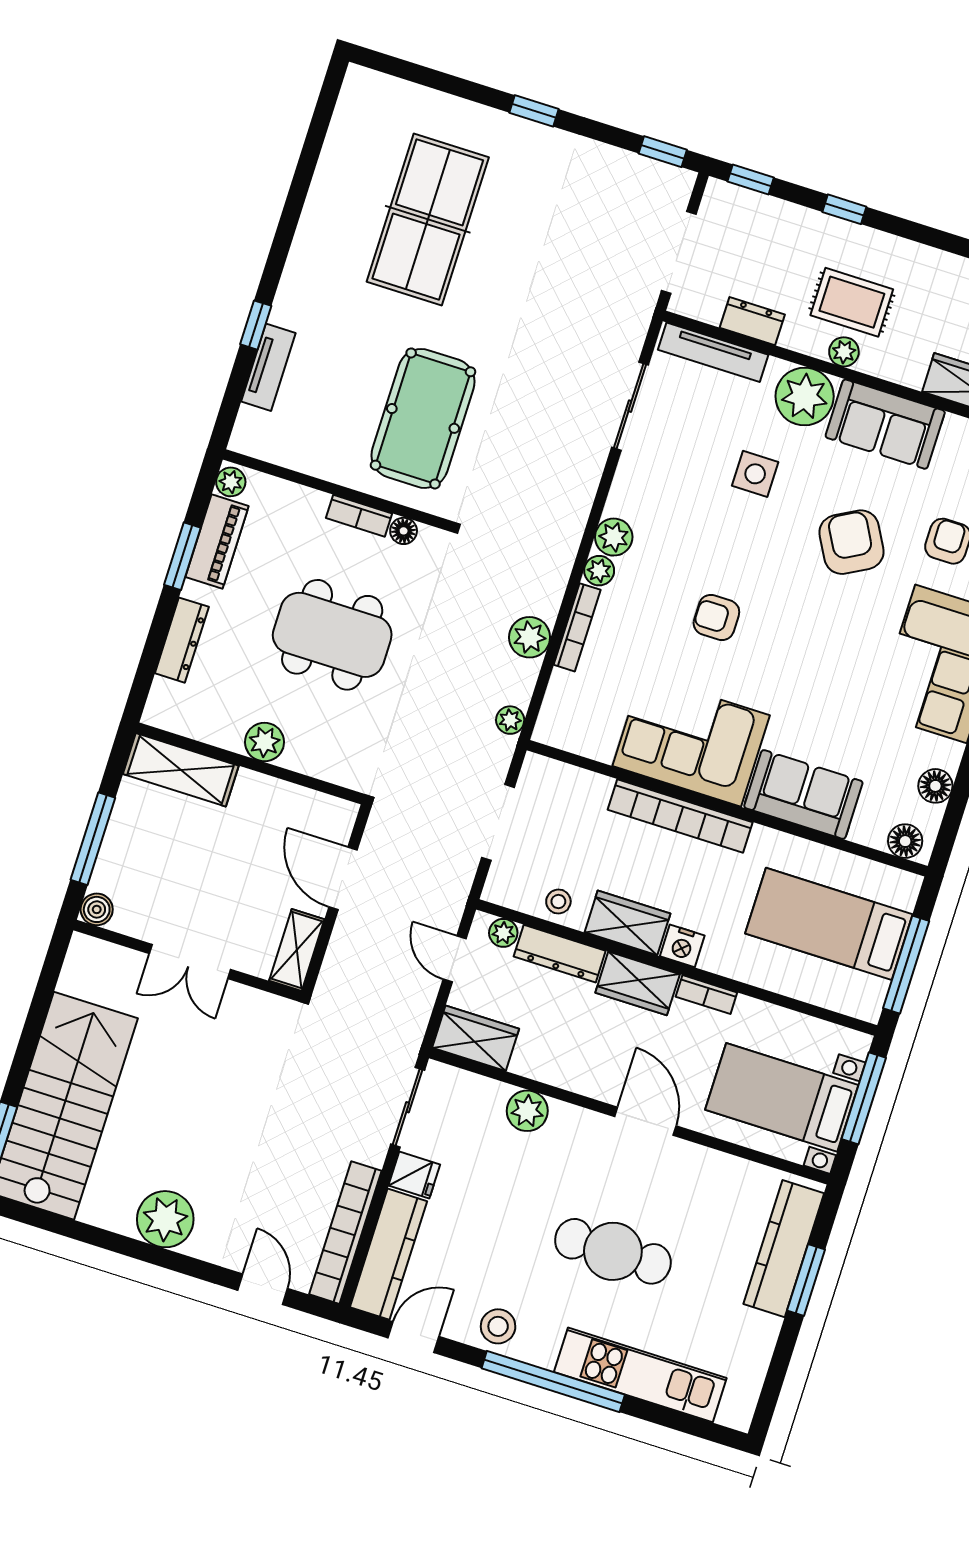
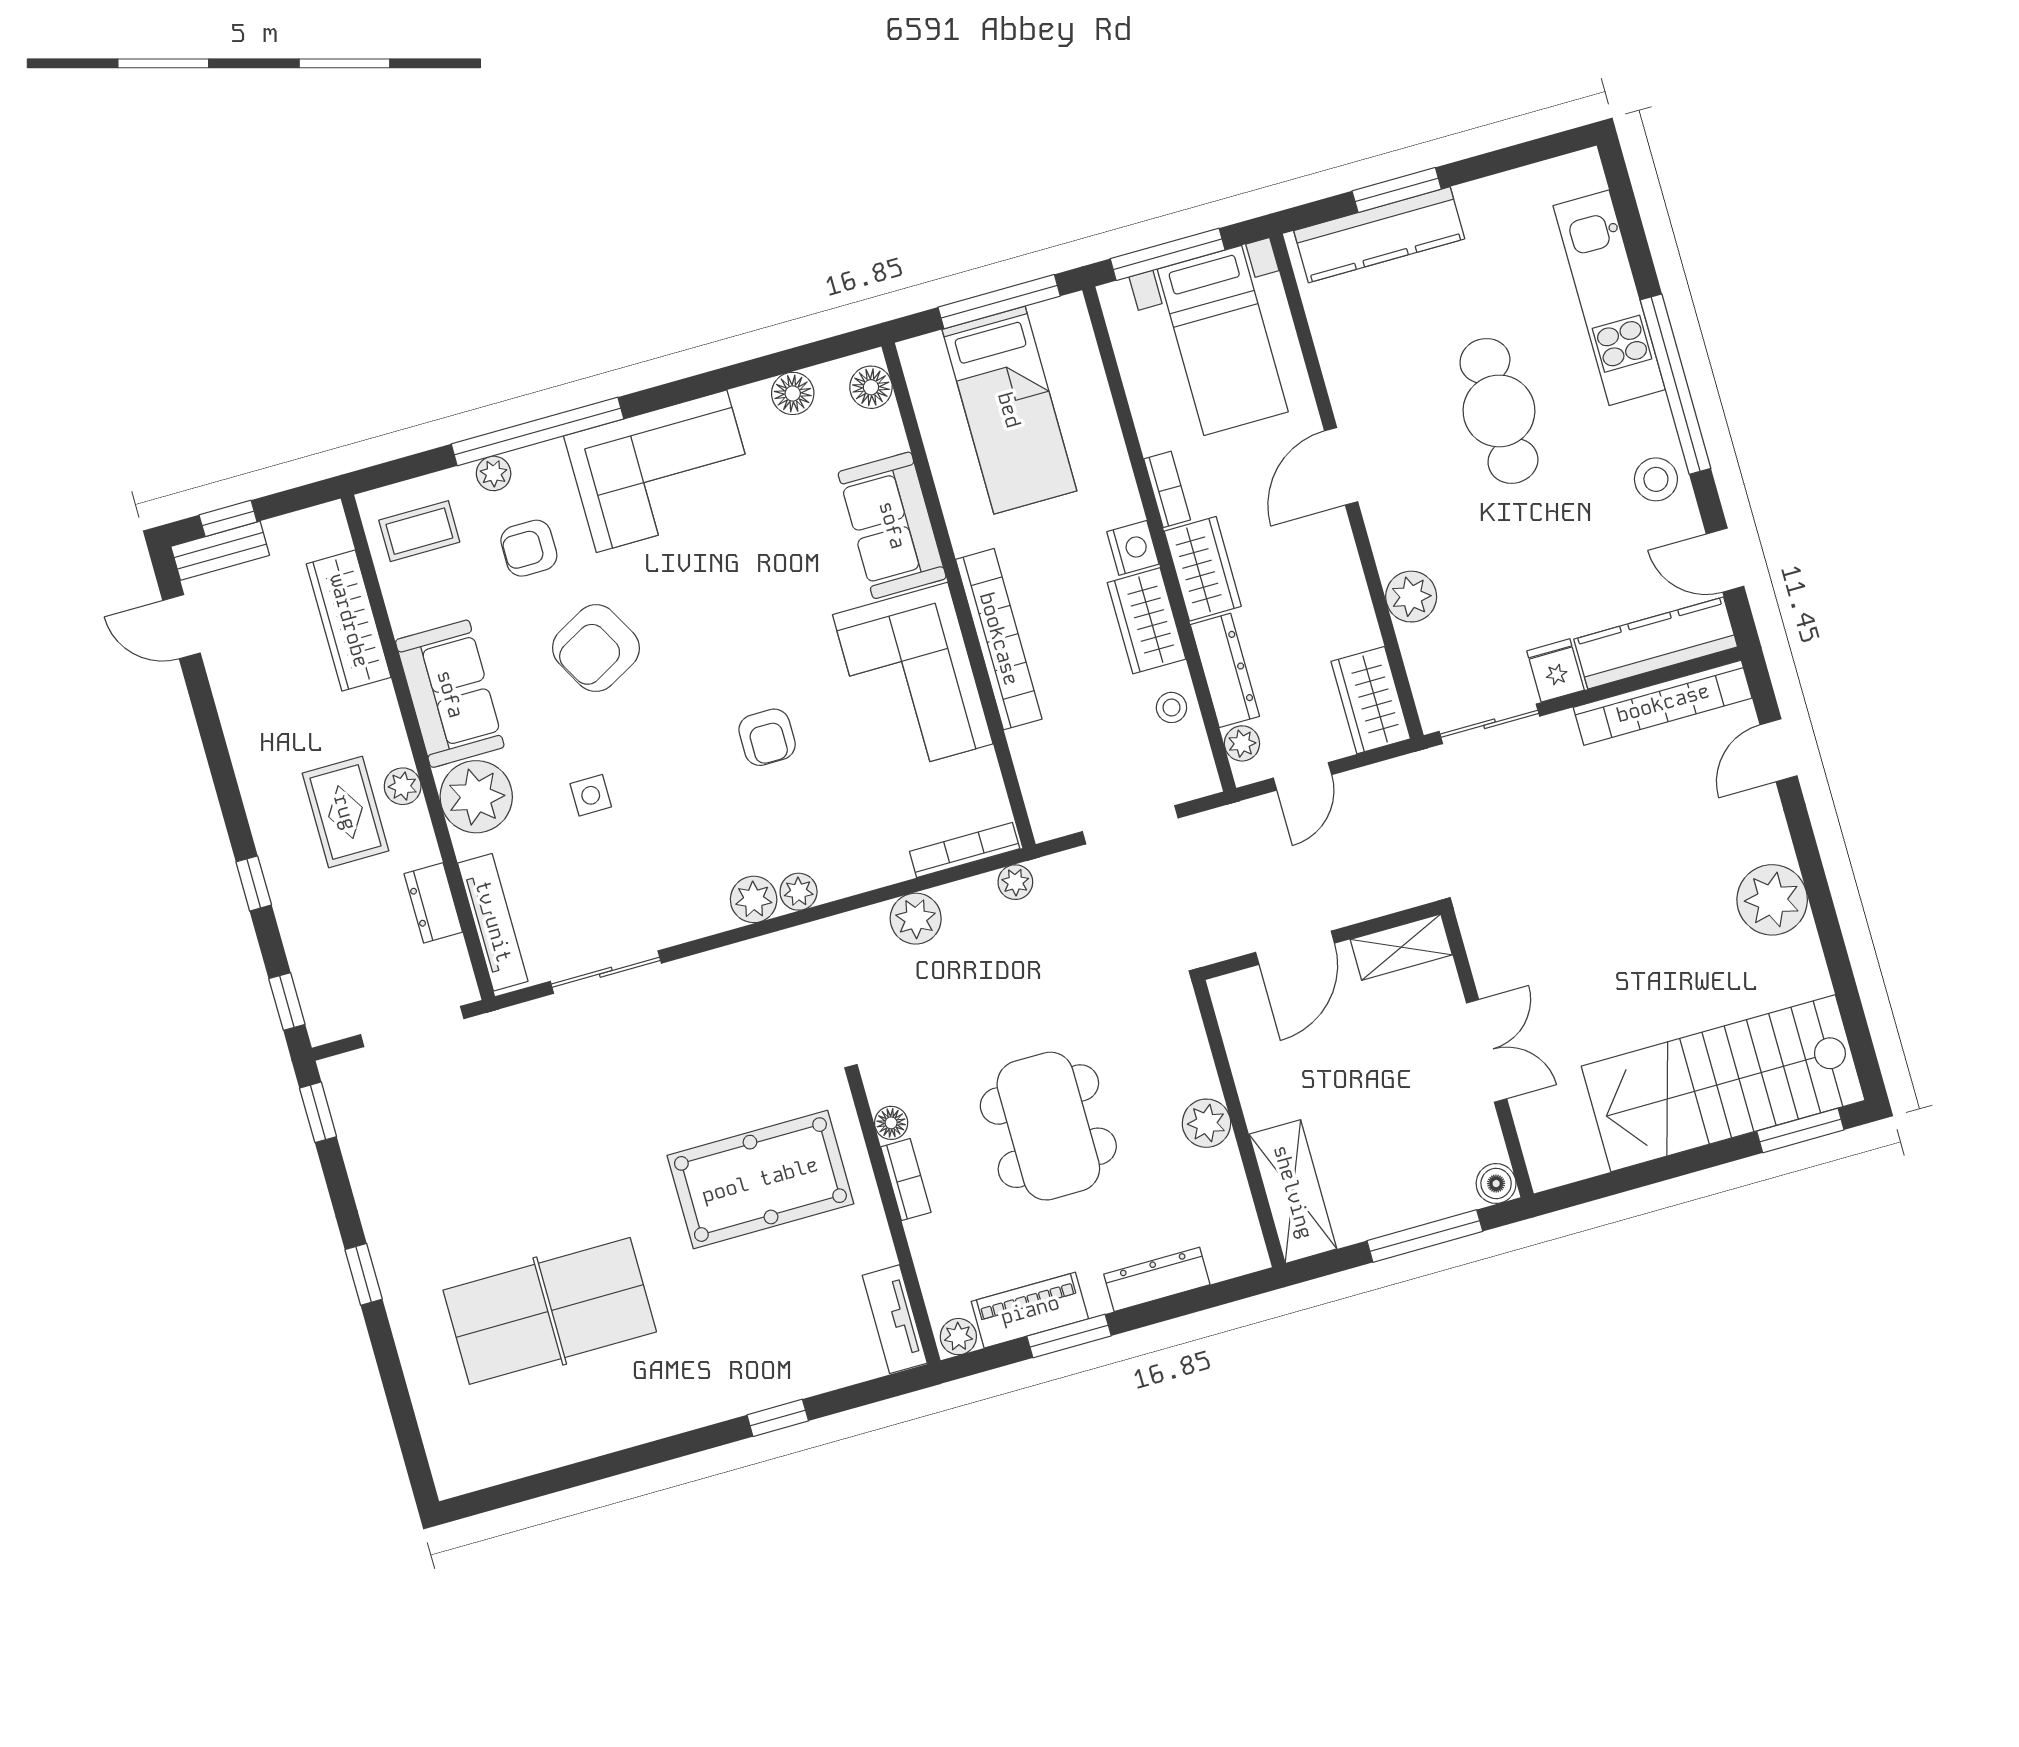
tv unit: (268, 367) -> (895, 1319), moved, turned -90
side table: (755, 474) -> (591, 795), width x0.73, depth x0.73
bookcase: (577, 627) -> (965, 850), moved

